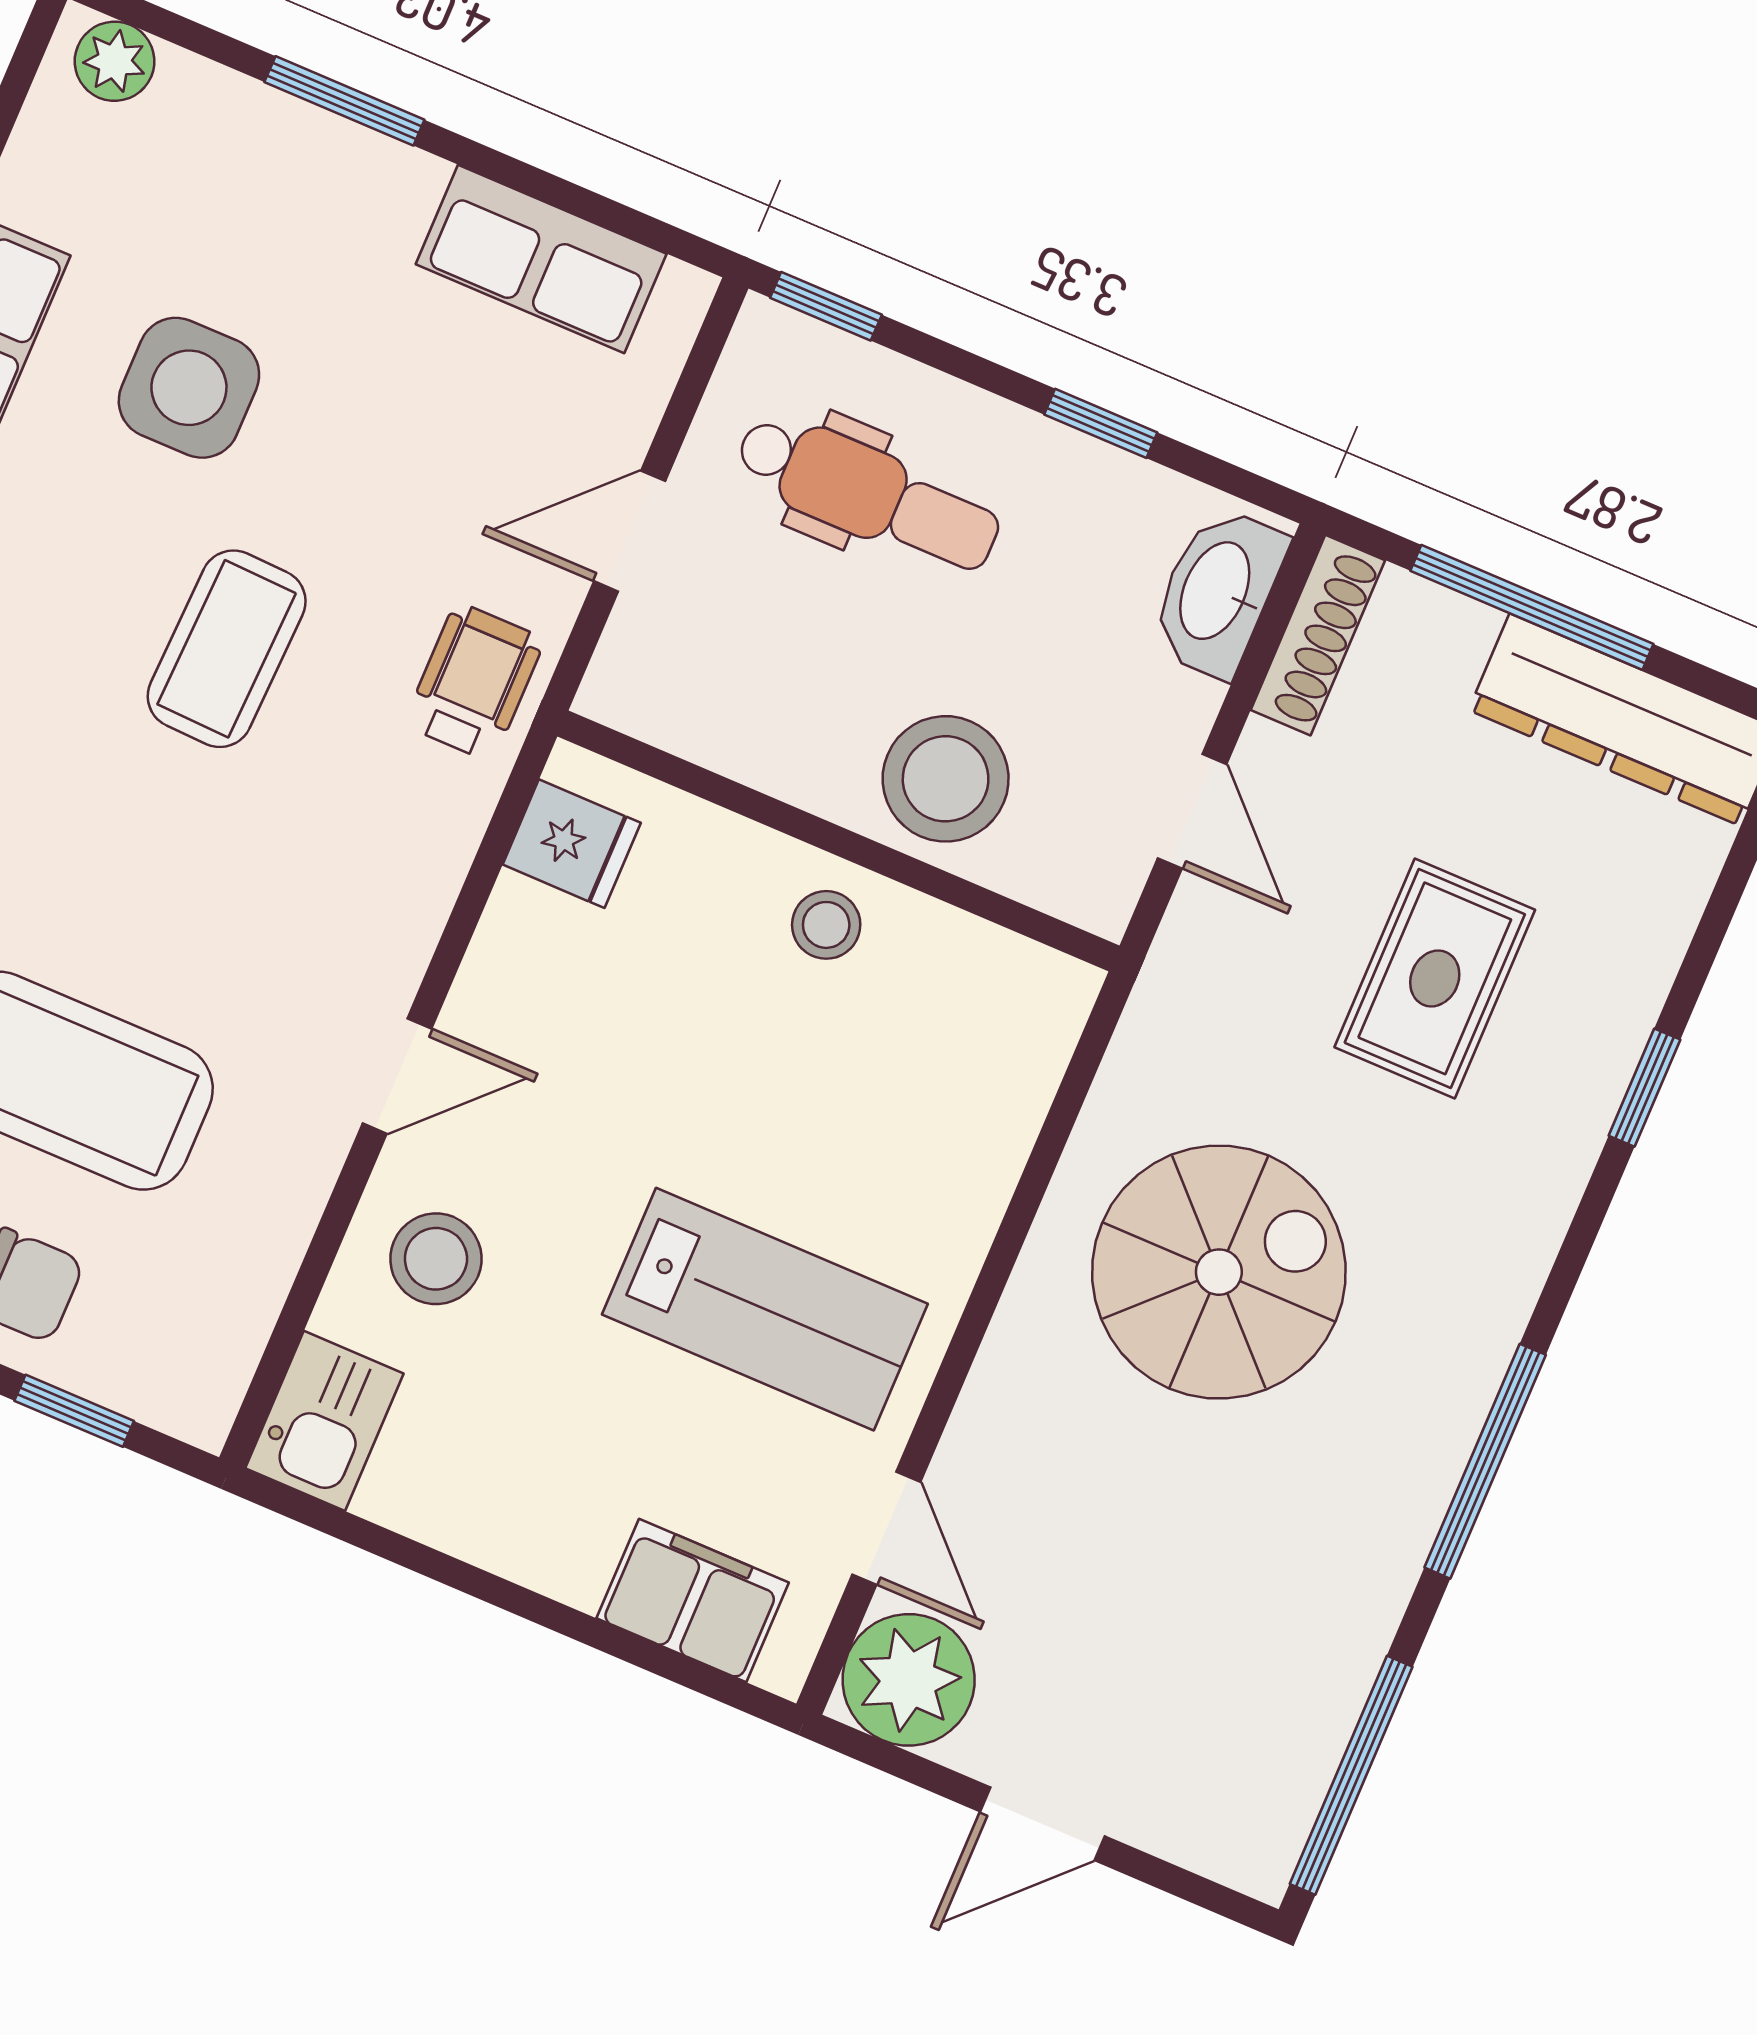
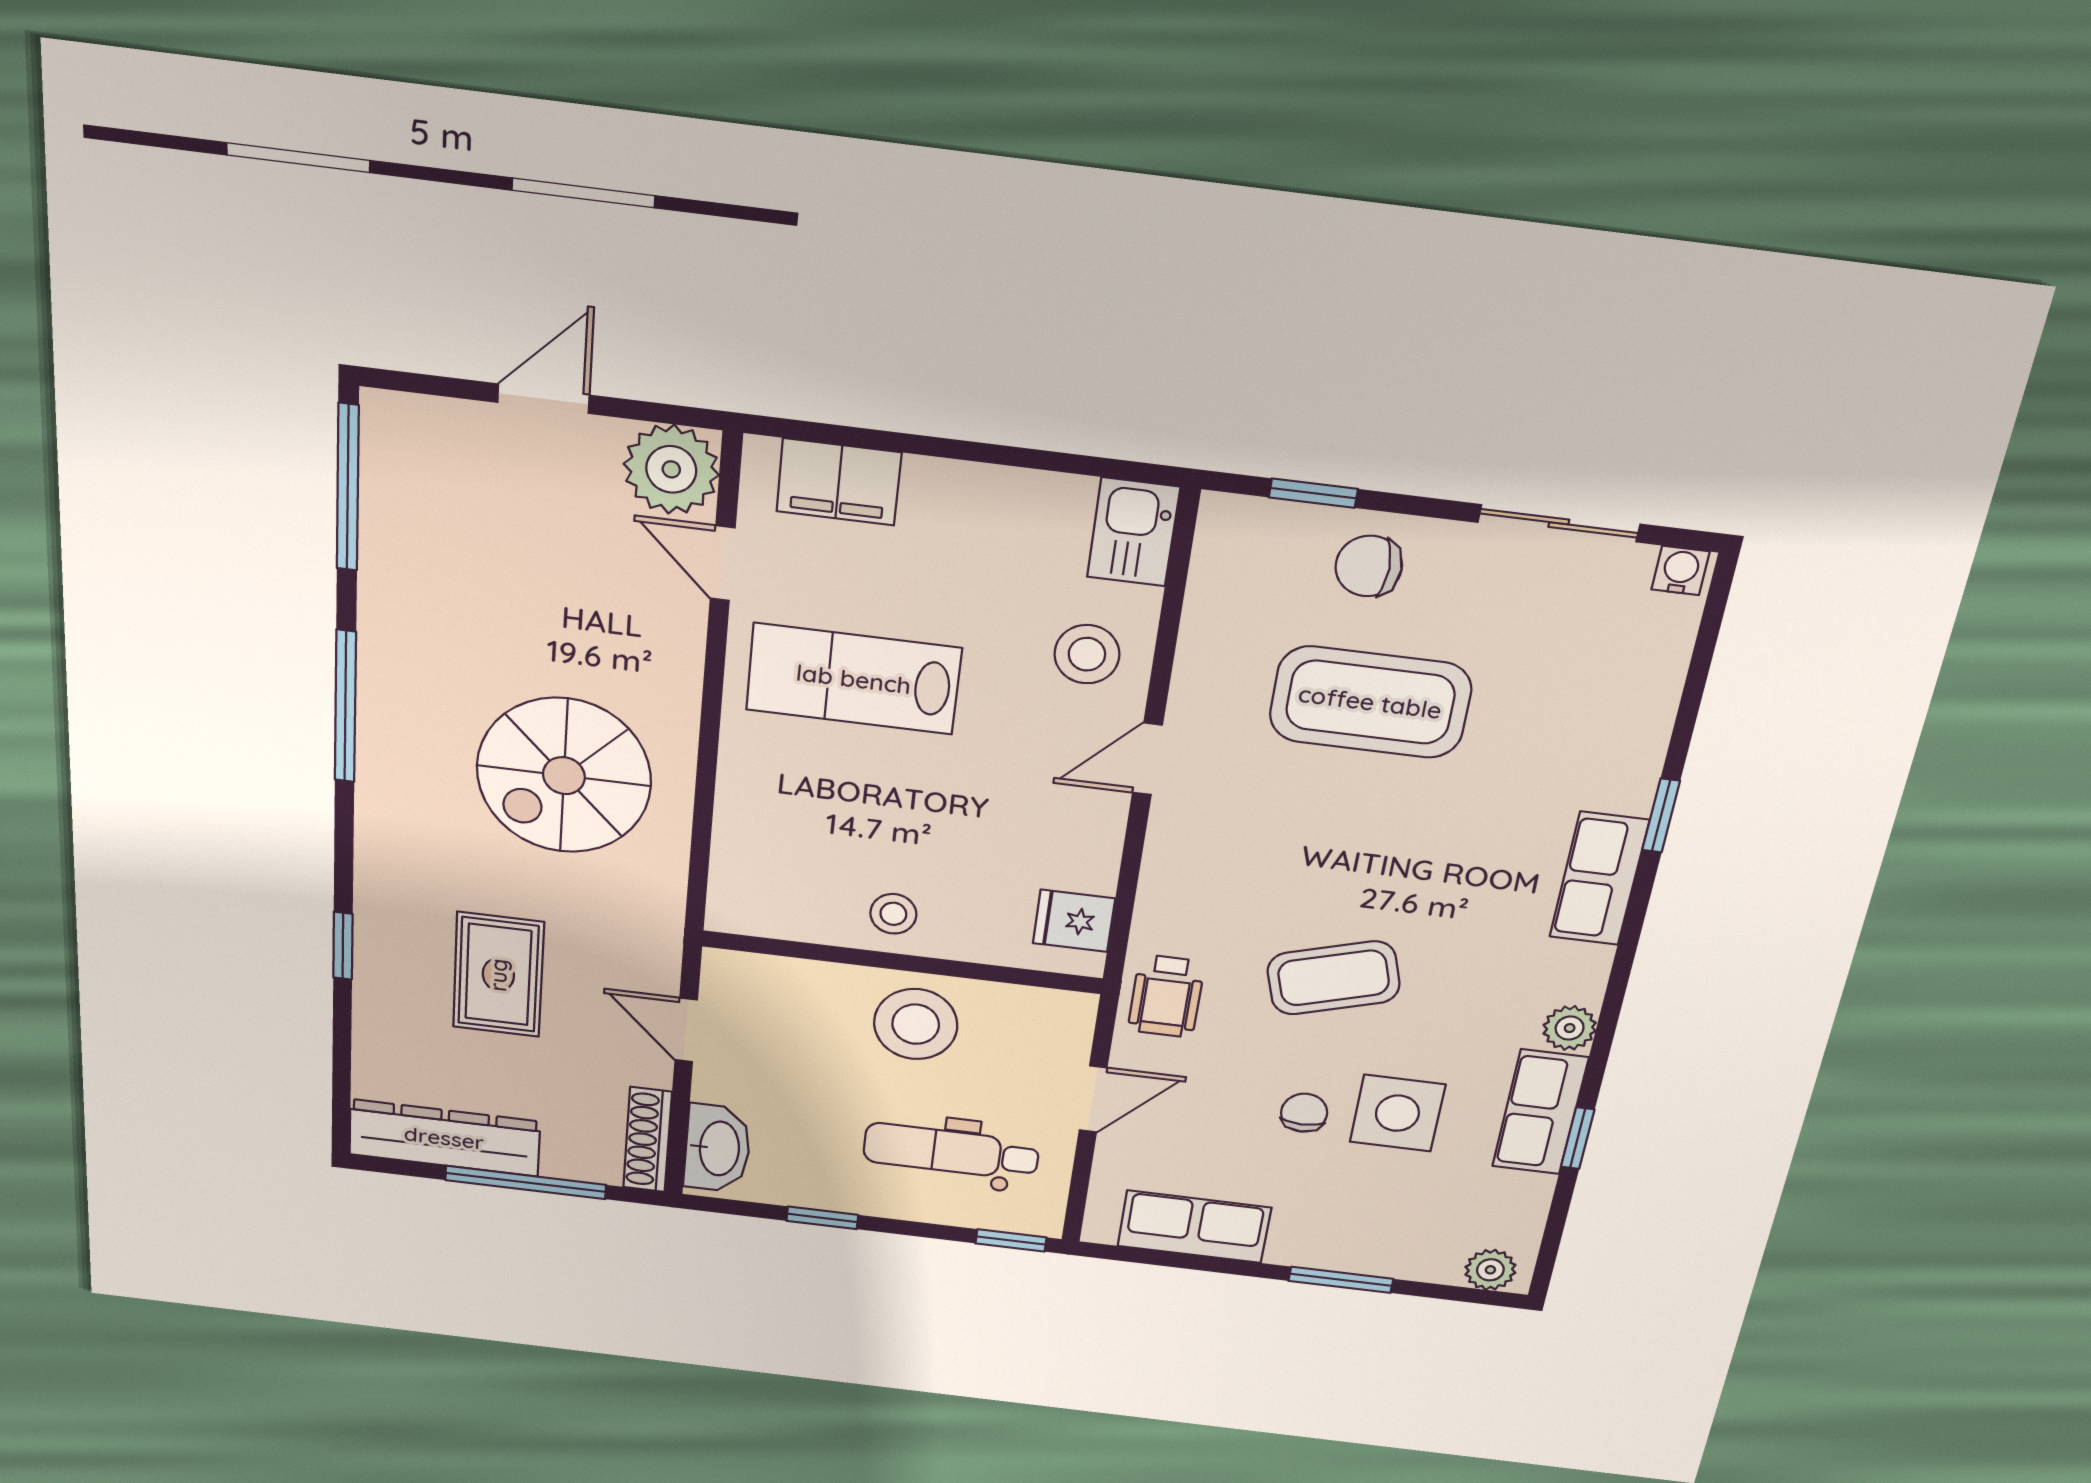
chair: (326, 425) -> (1304, 1113), added
coffee table: (227, 649) -> (1333, 978), turned 71
stool: (946, 779) -> (916, 1024), moved

